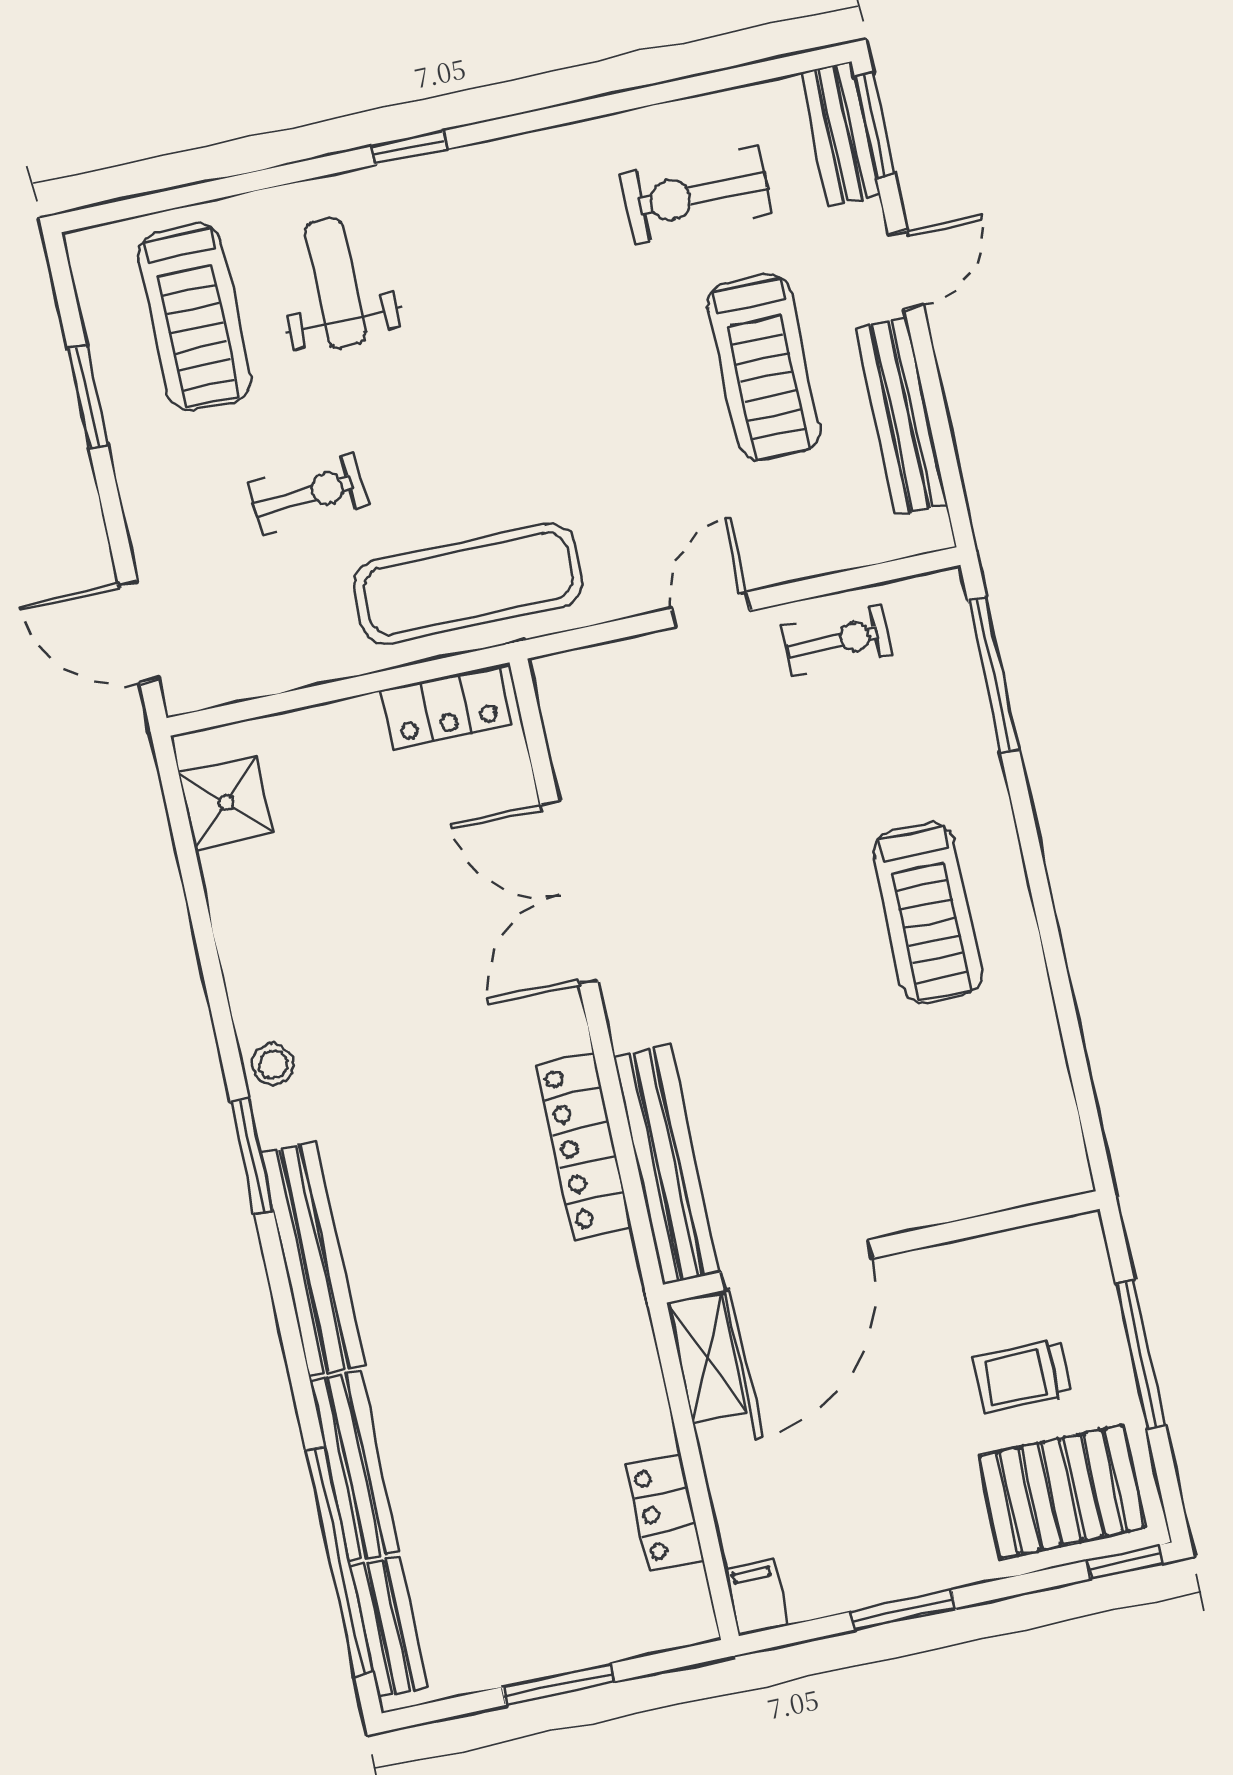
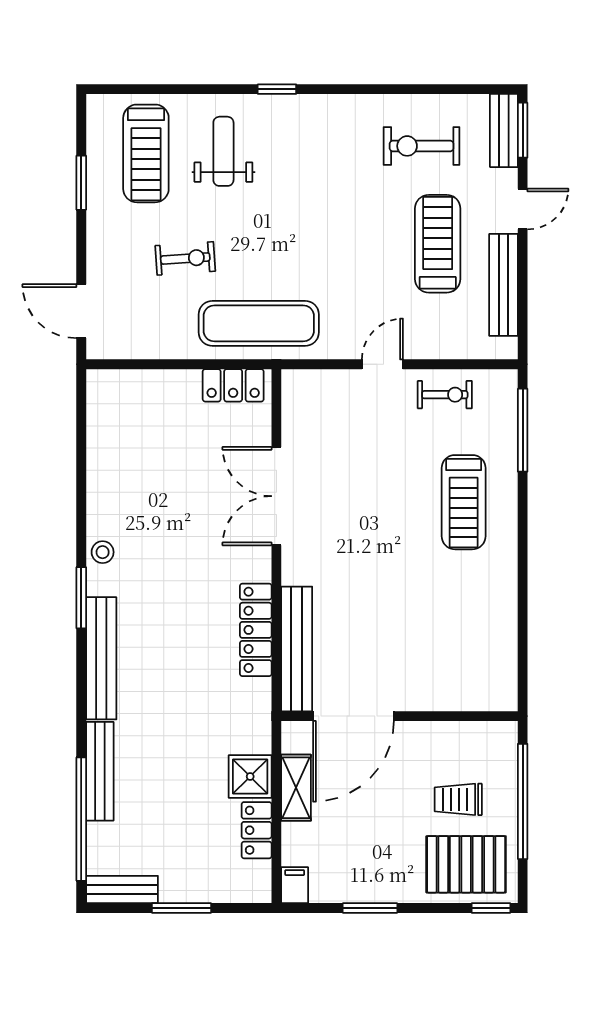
treadmill: (764, 367) -> (438, 244), turned 180
shower: (226, 803) -> (250, 776), moved
treadmill: (928, 913) -> (464, 502), moved
window: (1140, 1354) -> (523, 801), width x1.46
shelving: (707, 1357) -> (296, 788), moved
bench: (389, 1627) -> (122, 890), moved, turned 90

